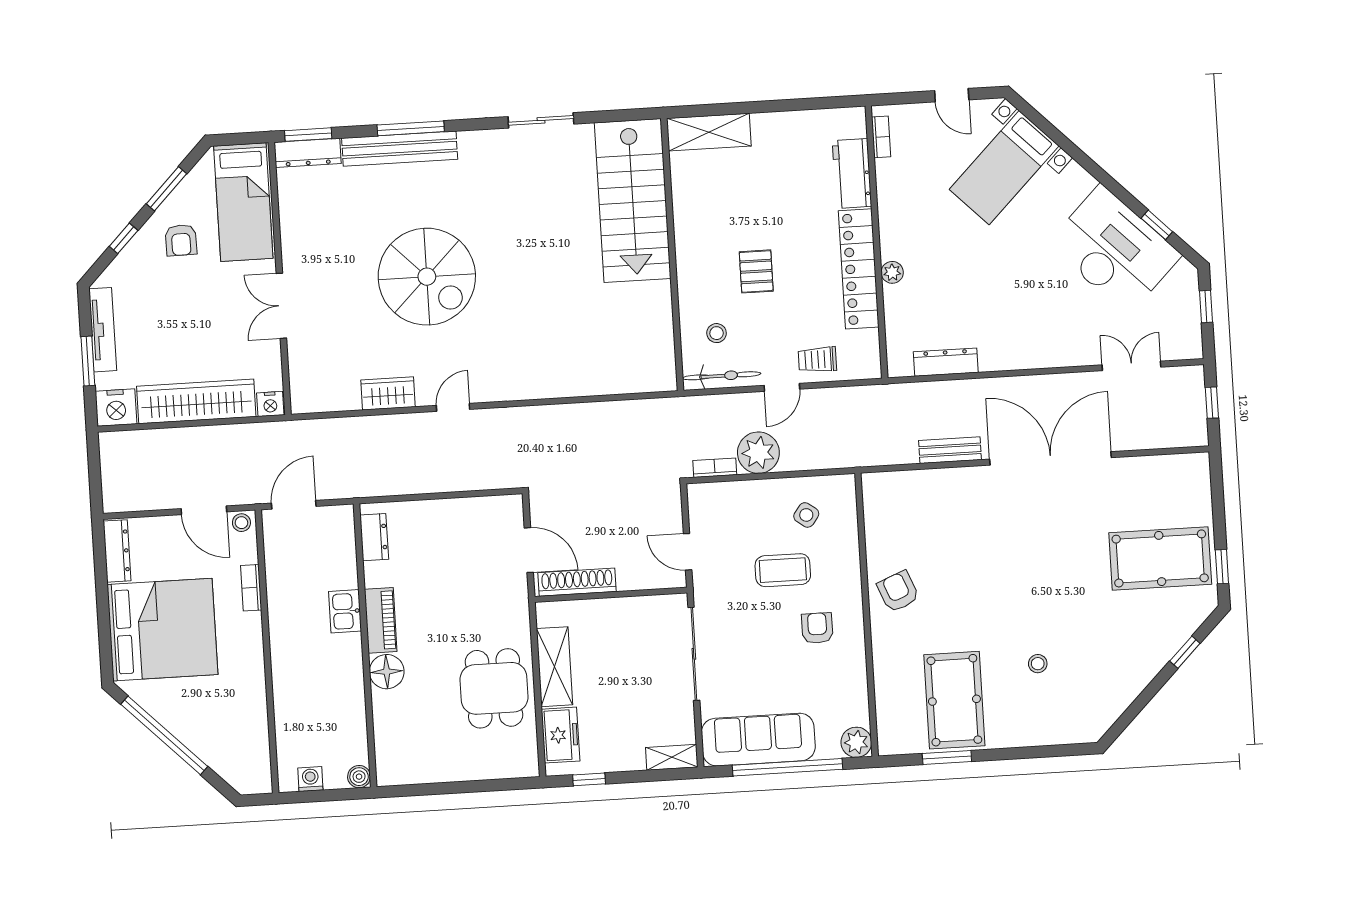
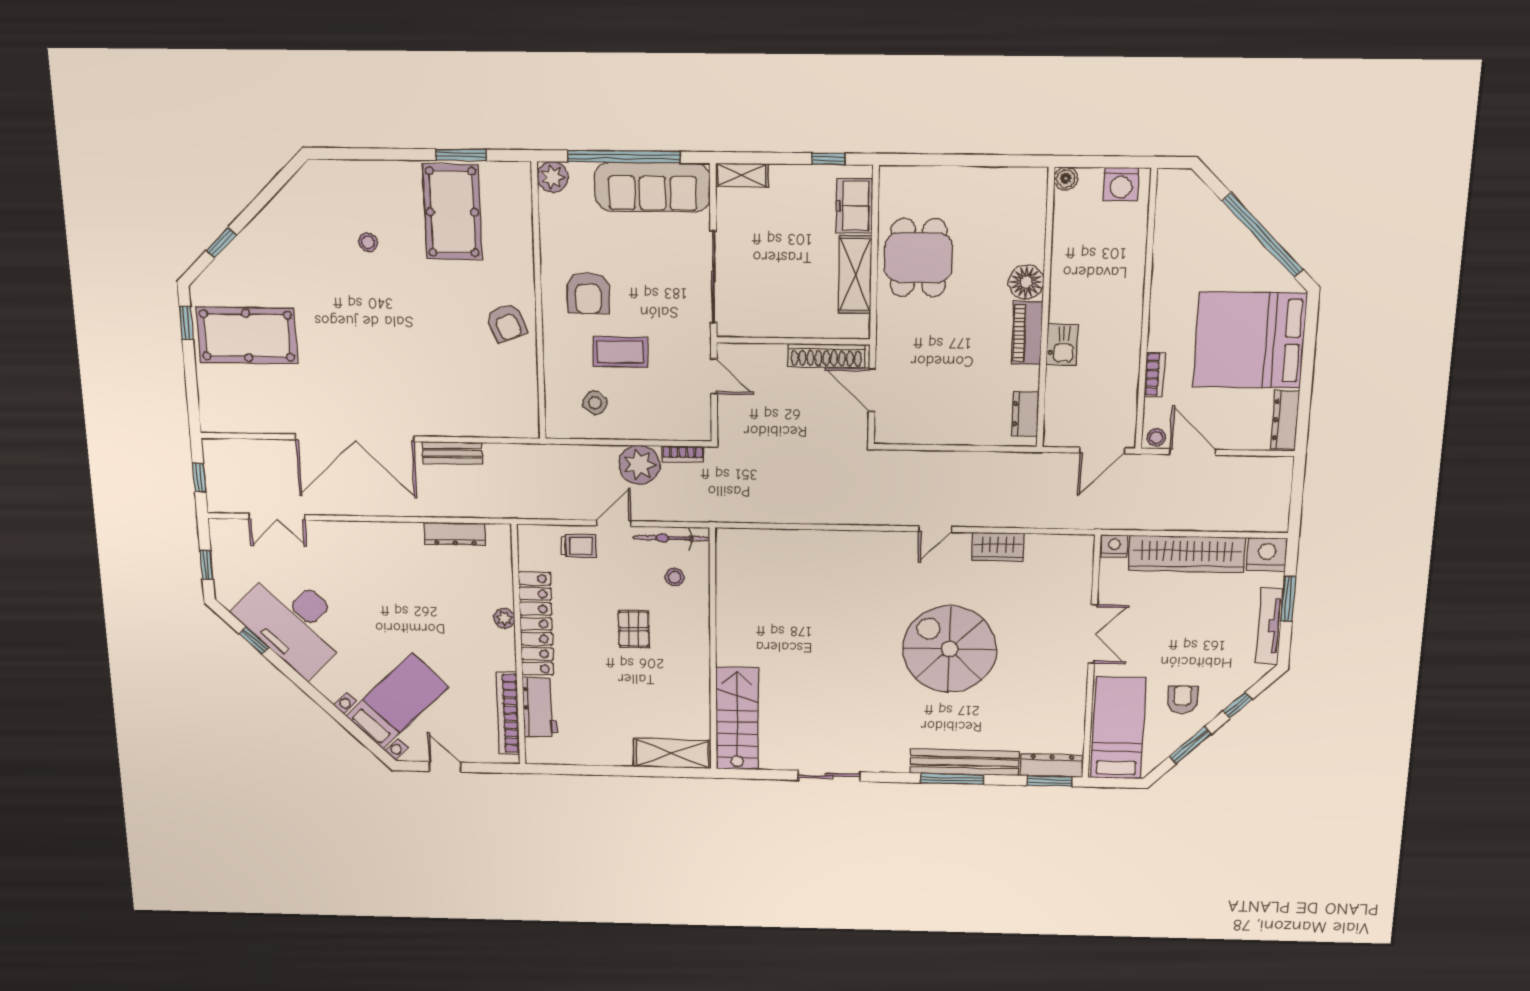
bookcase: (881, 137) -> (508, 713), width x2.31, depth x1.31
stairs: (633, 201) -> (737, 719), width x0.73, depth x0.66
armchair: (817, 628) -> (588, 293), width x1.38, depth x1.38
washing machine: (310, 779) -> (1121, 184), width x1.38, depth x1.38

